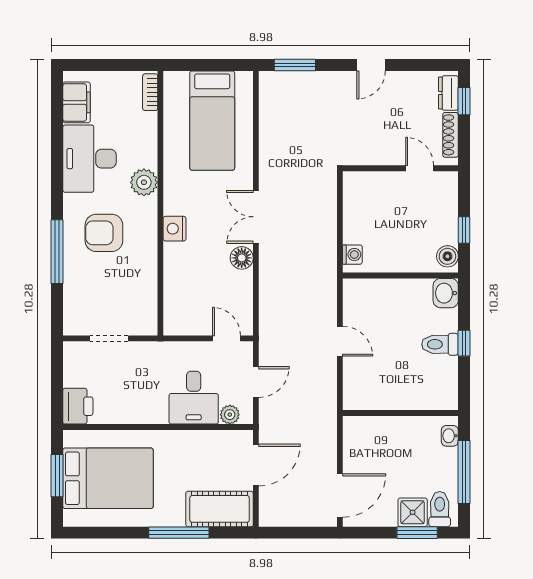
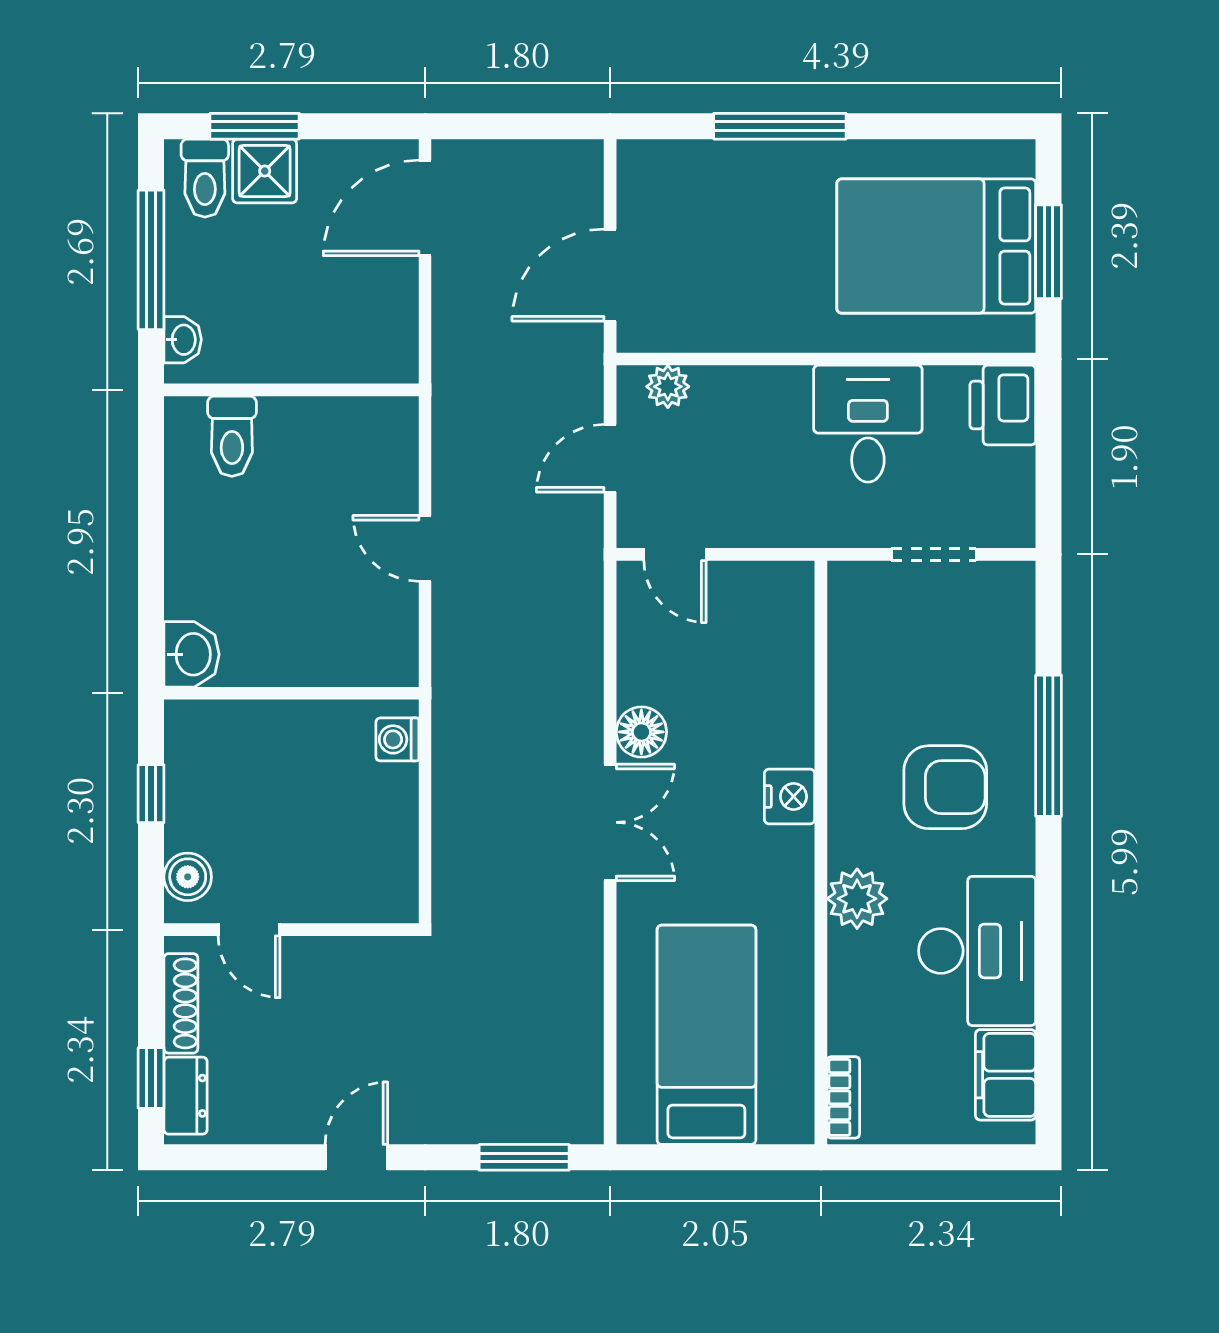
boiler: (447, 256) -> (188, 877), moved
window: (464, 343) -> (151, 544), removed
toilet: (440, 344) -> (232, 436), moved, turned 90
desk: (194, 398) -> (868, 424), moved
cot: (220, 509) -> (690, 178), removed

